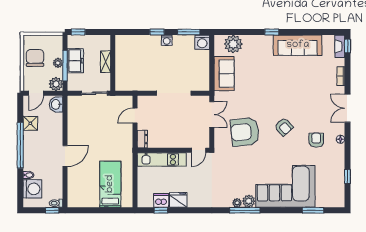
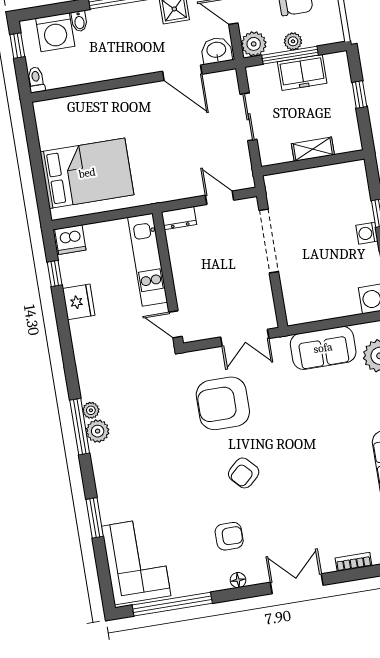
window: (78, 32) -> (359, 94), moved
shelving: (106, 62) -> (313, 149), moved
wall: (113, 63) -> (313, 163), moved
doorway: (174, 93) -> (269, 241), moved
armchair: (245, 132) -> (223, 403), turned -84
door: (65, 156) -> (182, 73), moved
window: (348, 176) -> (172, 604), width x3.17
bed: (110, 184) -> (87, 173), width x1.50
corner sofa: (285, 186) -> (136, 561), moved, width x0.73, depth x0.74
dishwasher: (161, 200) -> (70, 240), moved, turned 90
window: (52, 210) -> (17, 46), moved
window: (313, 210) -> (95, 518), moved

